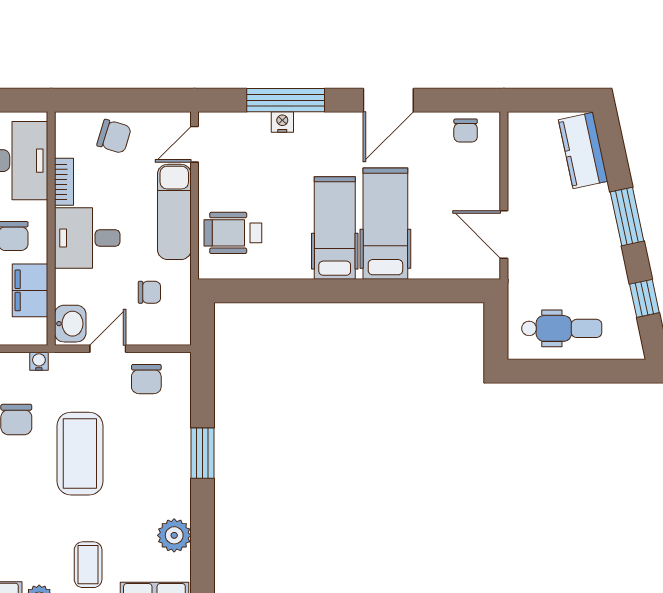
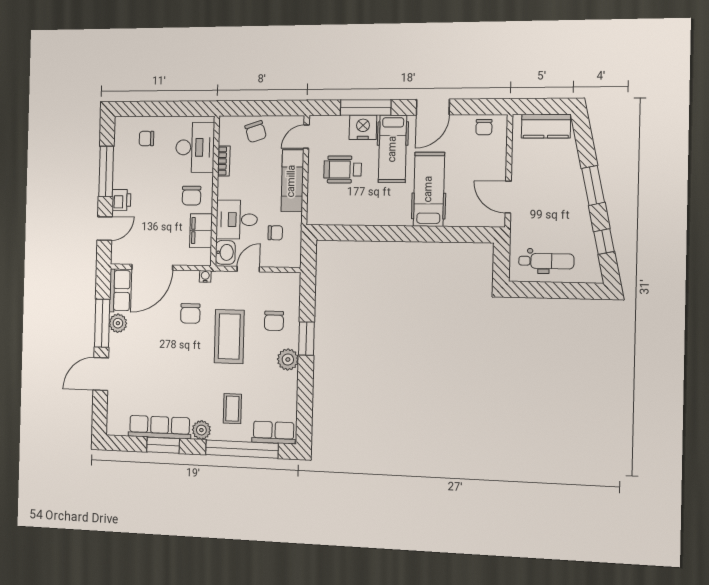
nightstand: (282, 122) -> (363, 127), width x1.89, depth x1.79
chair: (114, 136) -> (256, 132), turned 55
kitchen counter: (583, 150) -> (546, 126), moved, turned -78
hospital bed: (335, 228) -> (393, 149), moved, turned 180
wheelchair: (233, 233) -> (343, 169), moved
desk: (87, 238) -> (237, 220), moved
chair: (146, 379) -> (274, 321), moved
plant: (174, 535) -> (288, 360), moved

